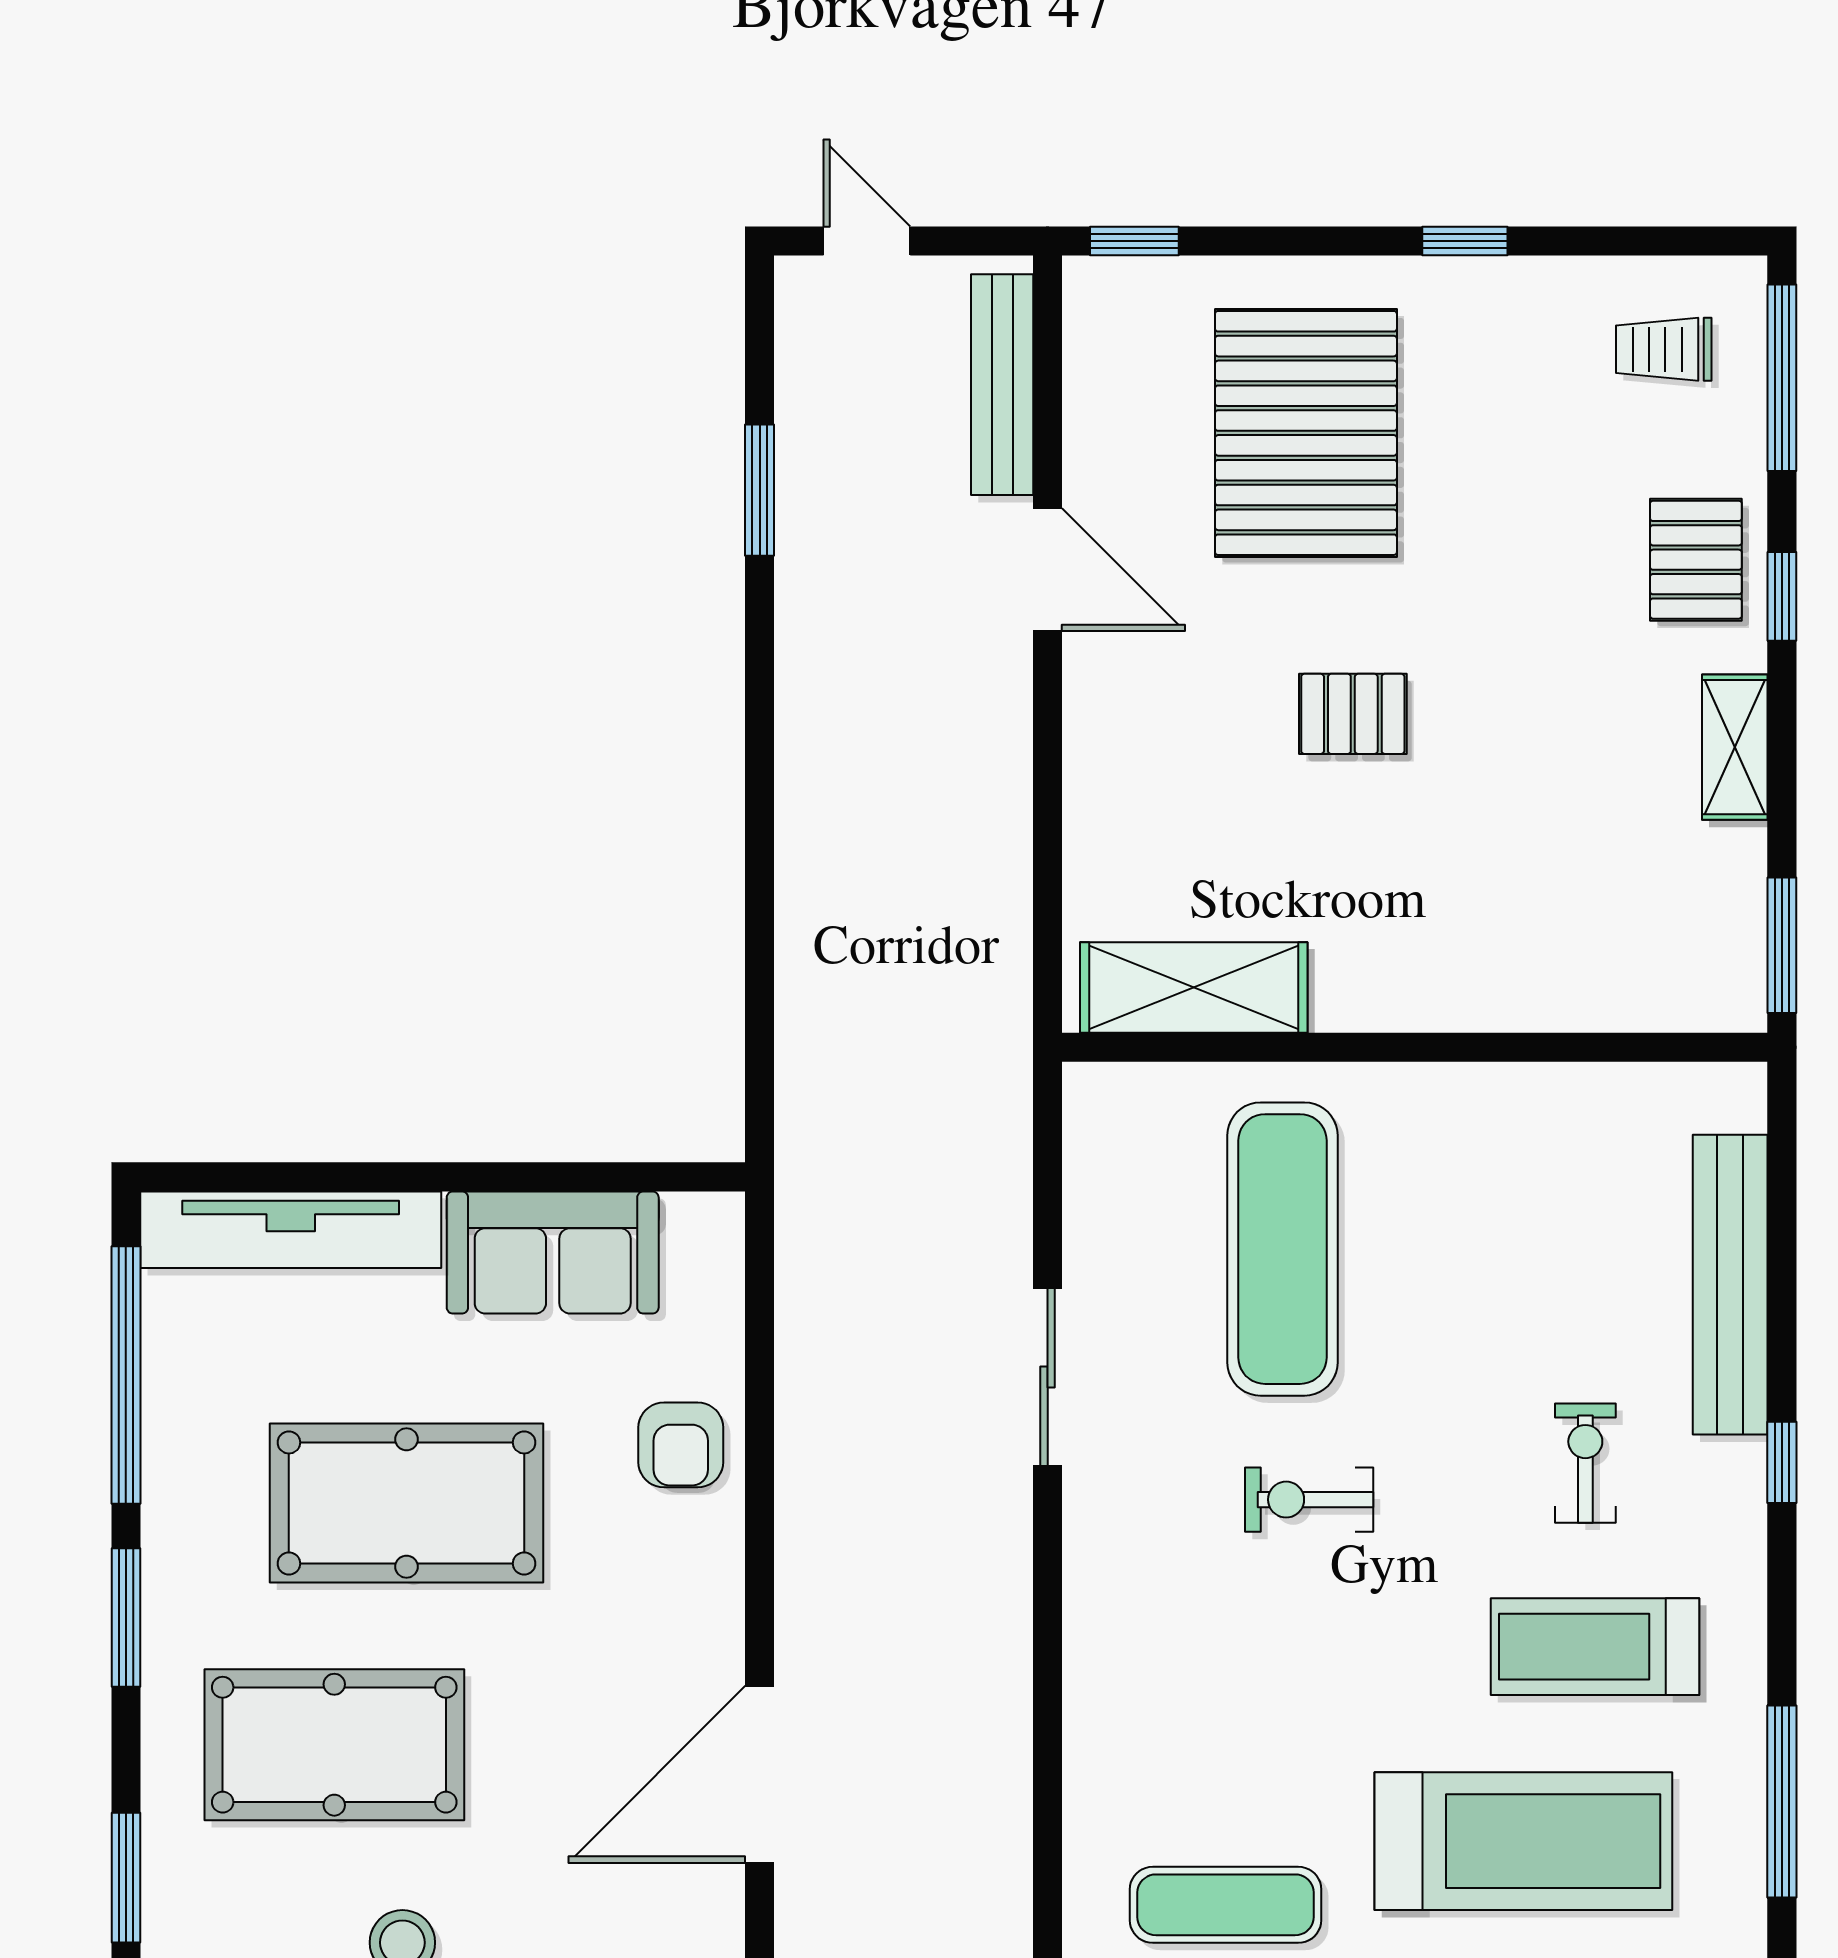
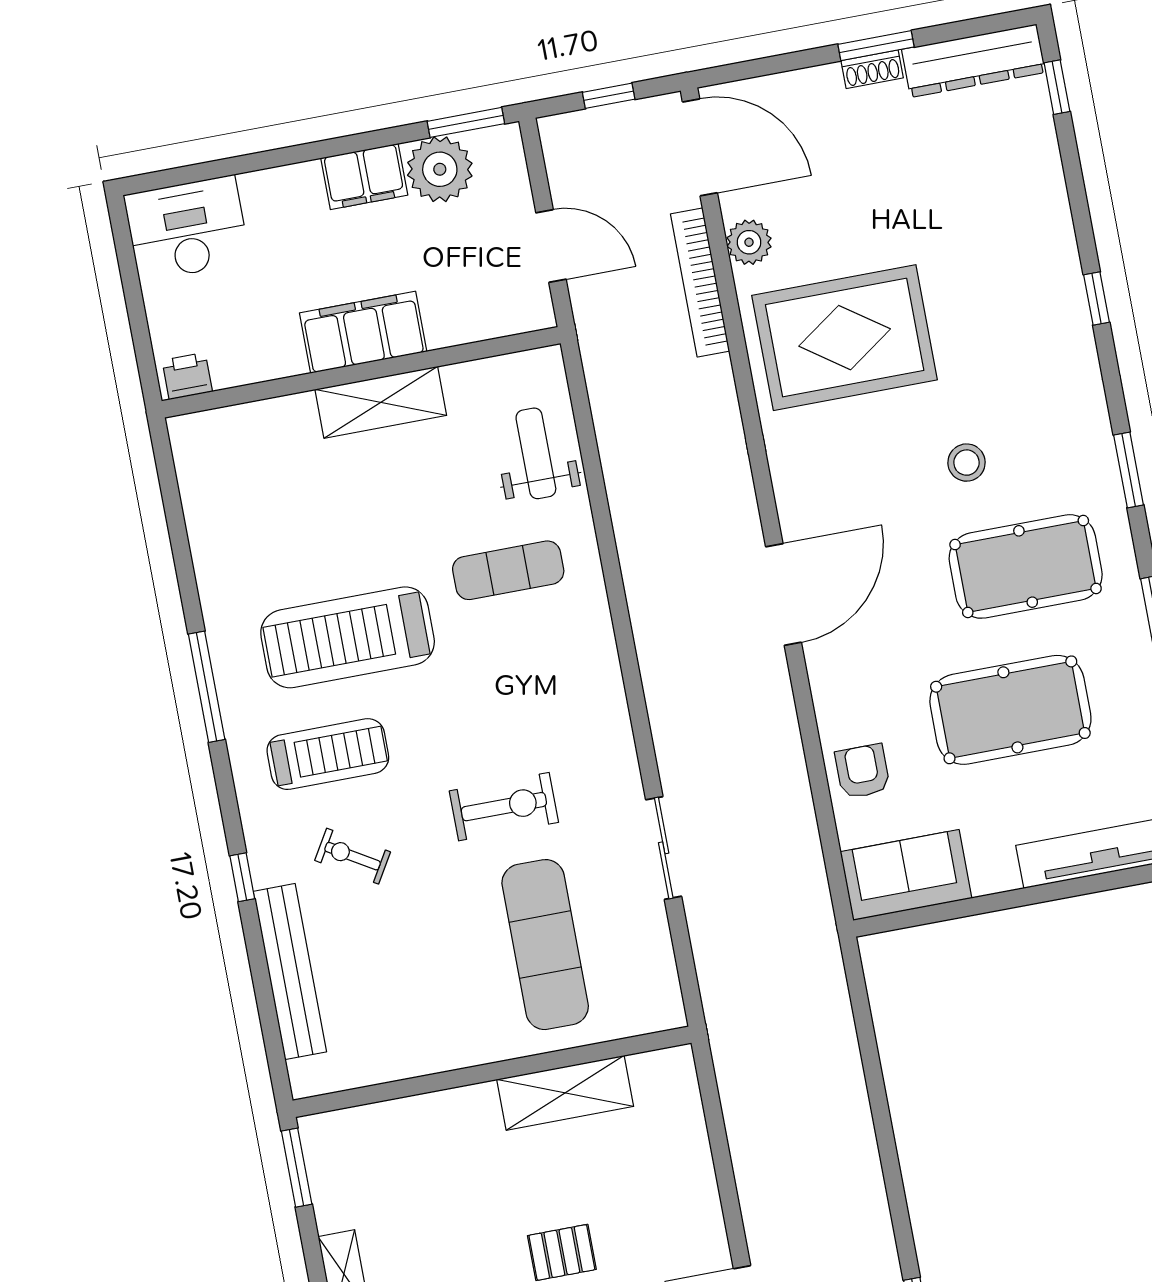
shelving: (1194, 987) -> (565, 1093), moved
sofa: (553, 1253) -> (906, 875), moved
exercise bike: (1585, 1463) -> (353, 856), turned 121
exercise bike: (1309, 1500) -> (504, 807), width x1.38, depth x1.39

